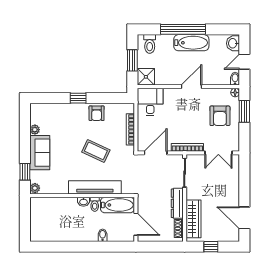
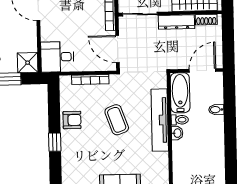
coffee table: (96, 151) -> (117, 120), turned -45

